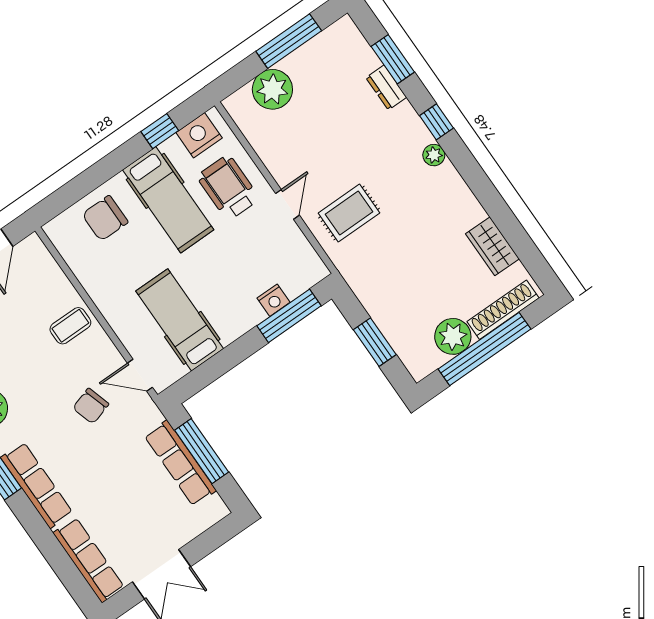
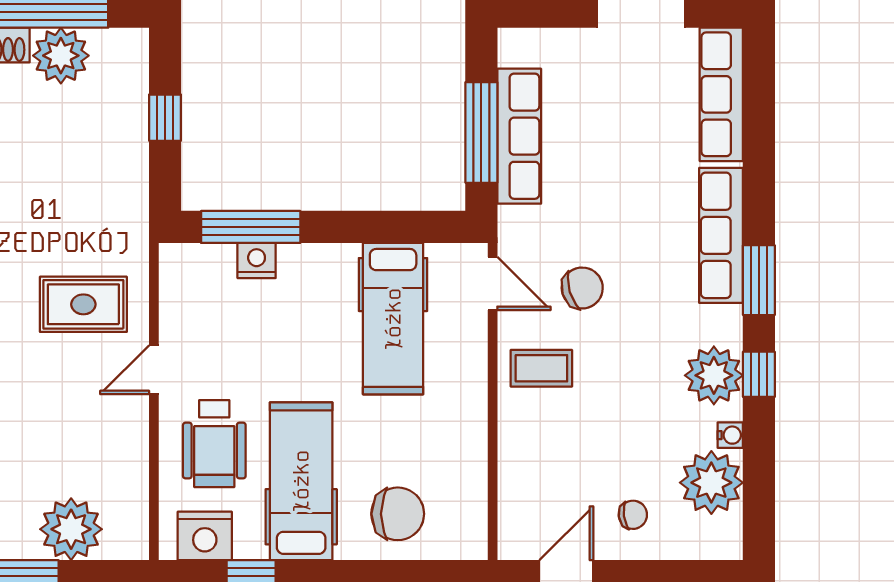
coffee table: (70, 326) -> (541, 368), moved
window: (375, 342) -> (165, 118), width x0.67

